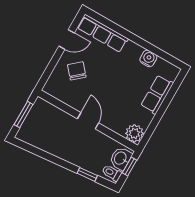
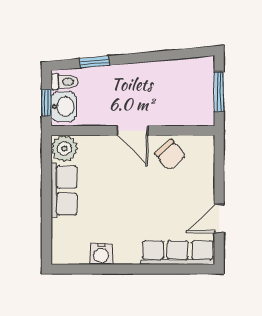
chair: (77, 71) -> (170, 155), moved
row of seats: (157, 94) -> (64, 190), moved

